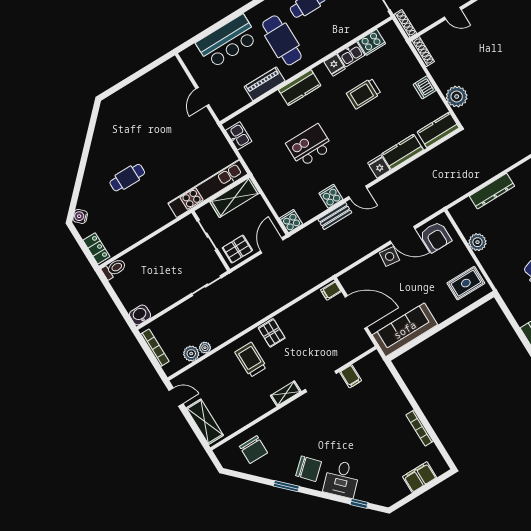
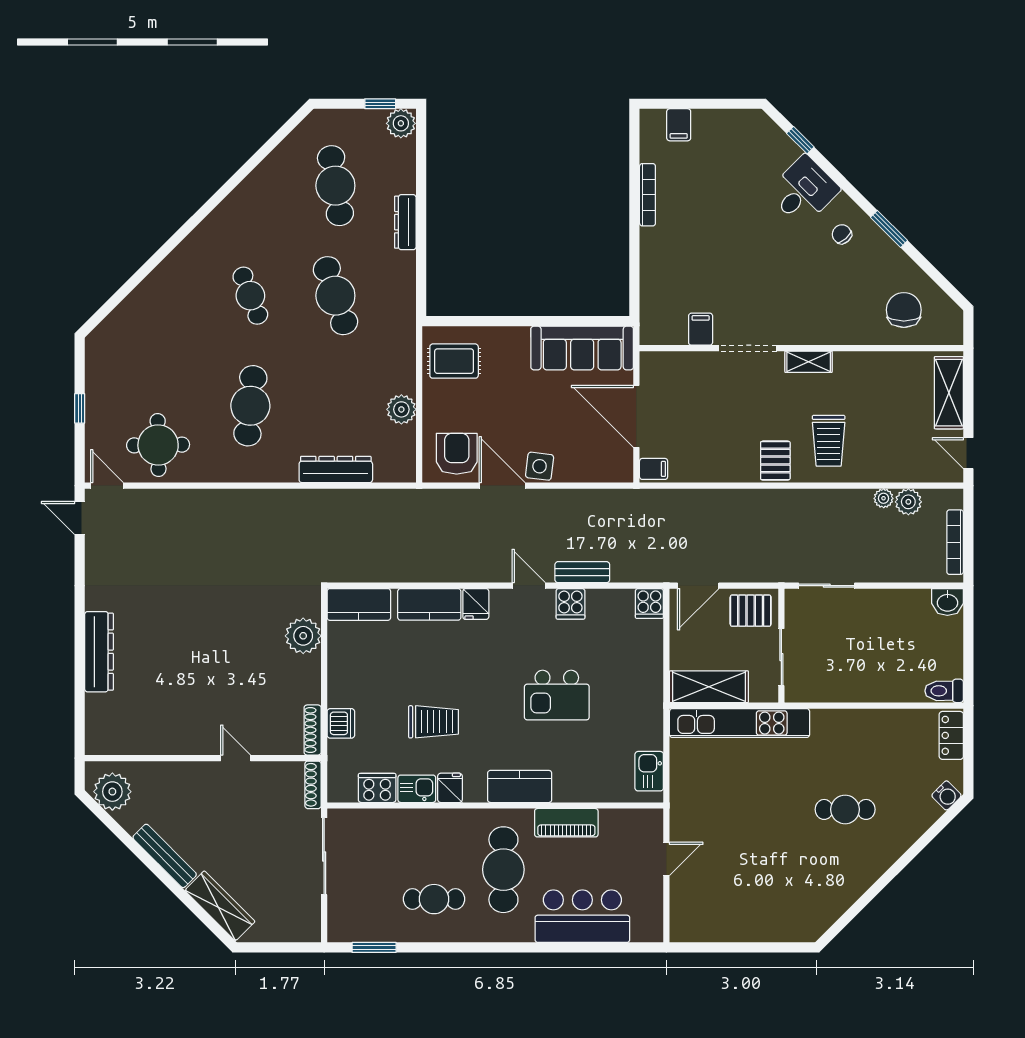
dishwasher: (425, 87) -> (341, 723), moved
chair: (309, 469) -> (842, 234), width x0.54, depth x0.54
filing cabinet: (420, 477) -> (679, 125), width x0.50

